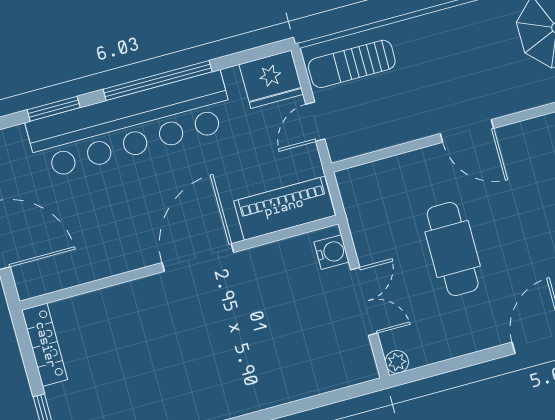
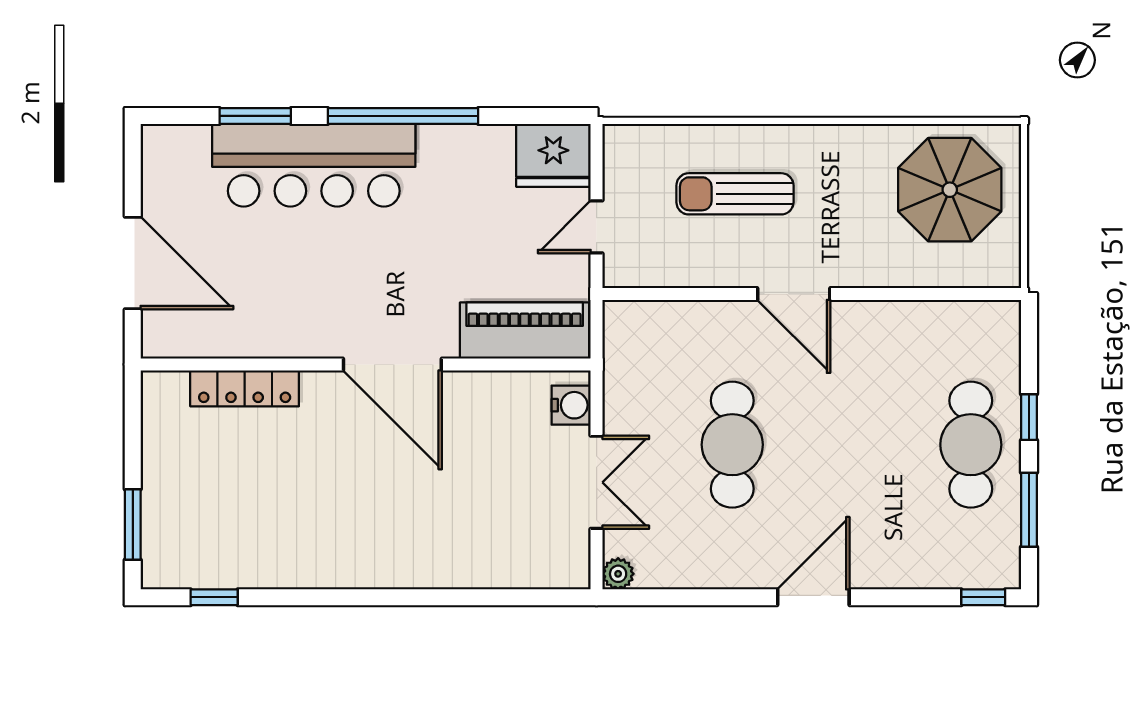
sun lounger: (352, 64) -> (735, 194), moved
bar counter: (130, 125) -> (314, 165), width x0.73
door: (198, 258) -> (392, 364), swing flipped
locker: (45, 345) -> (245, 388), moved, turned 90

